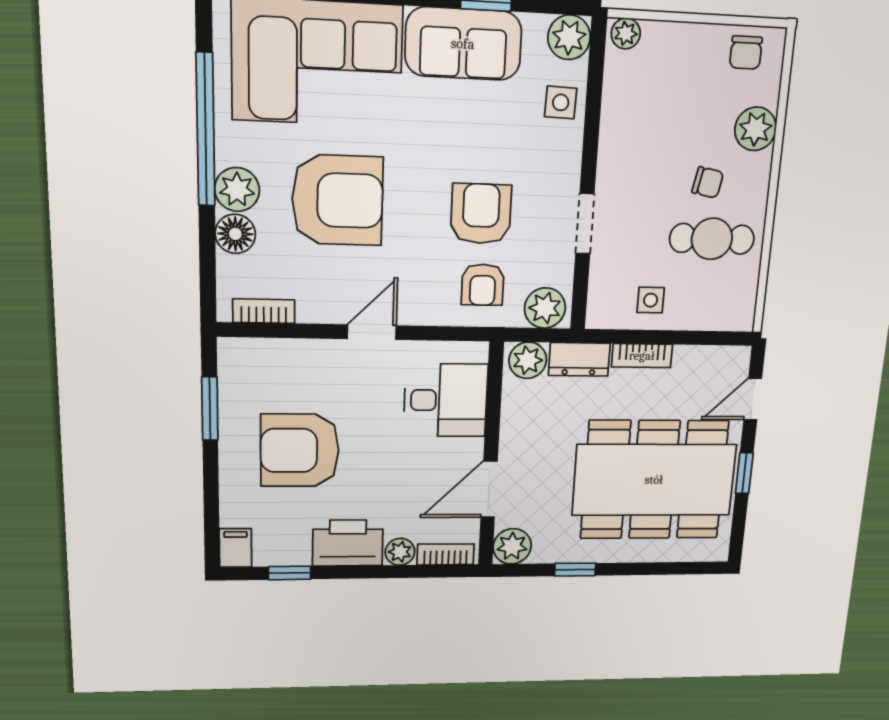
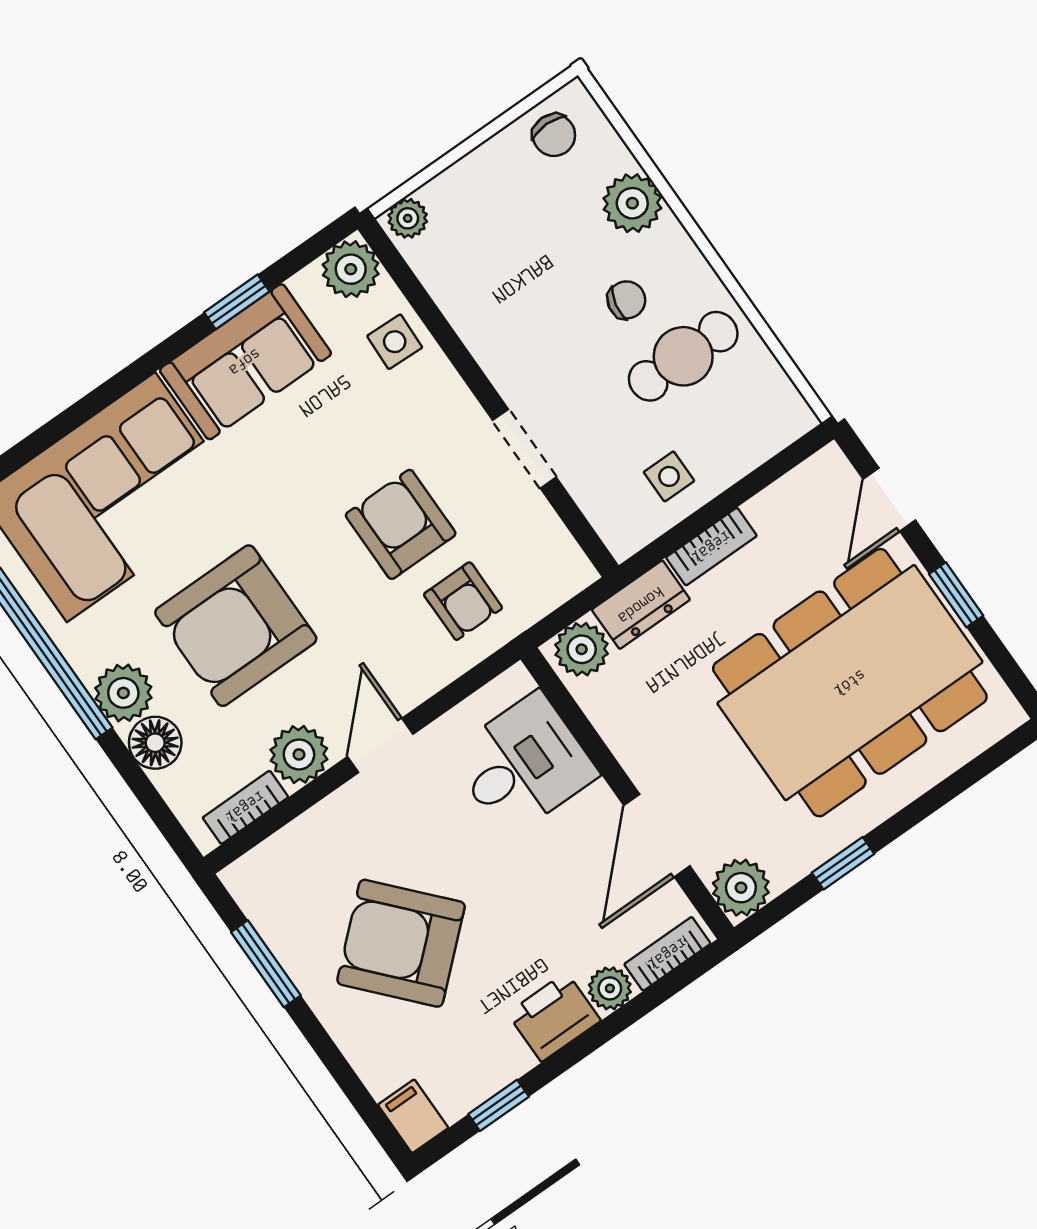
armchair: (337, 200) -> (236, 626), turned 180
plant: (545, 308) -> (299, 754), moved
armchair: (300, 450) -> (401, 943), turned 48
printer: (348, 543) -> (554, 1017), width x0.73, depth x0.84

